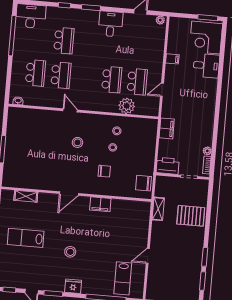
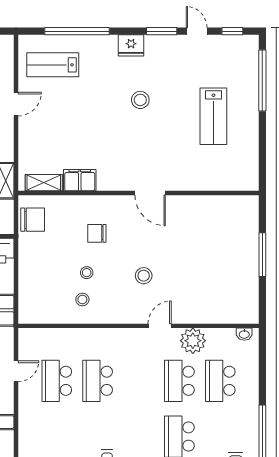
plant: (127, 106) -> (193, 341), moved
door: (70, 110) -> (160, 326), swing flipped
door: (69, 193) -> (150, 193), swing flipped
shelving: (26, 196) -> (44, 183), moved
filing cabinet: (100, 204) -> (80, 180), moved
lab bench: (26, 238) -> (213, 116), turned 90
lab bench: (123, 278) -> (53, 65), turned -90

